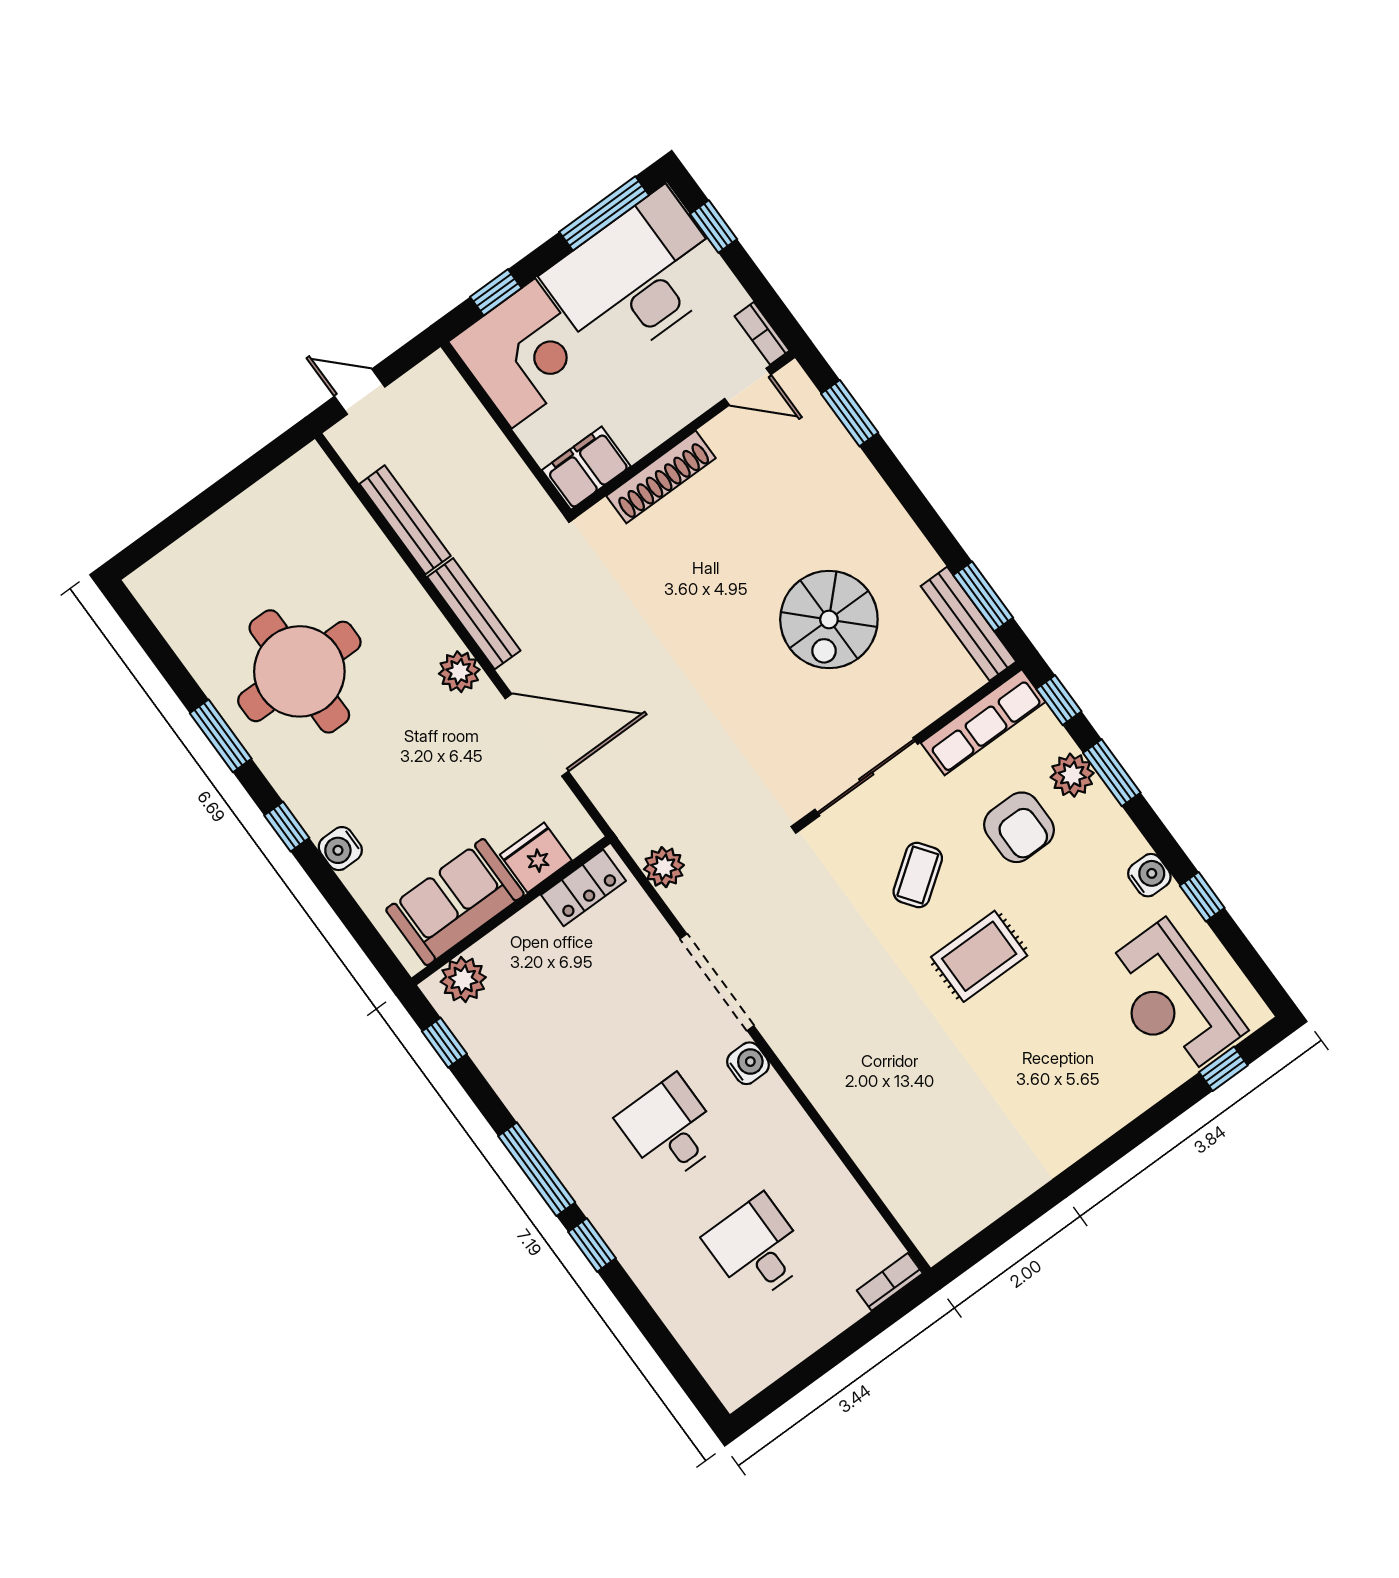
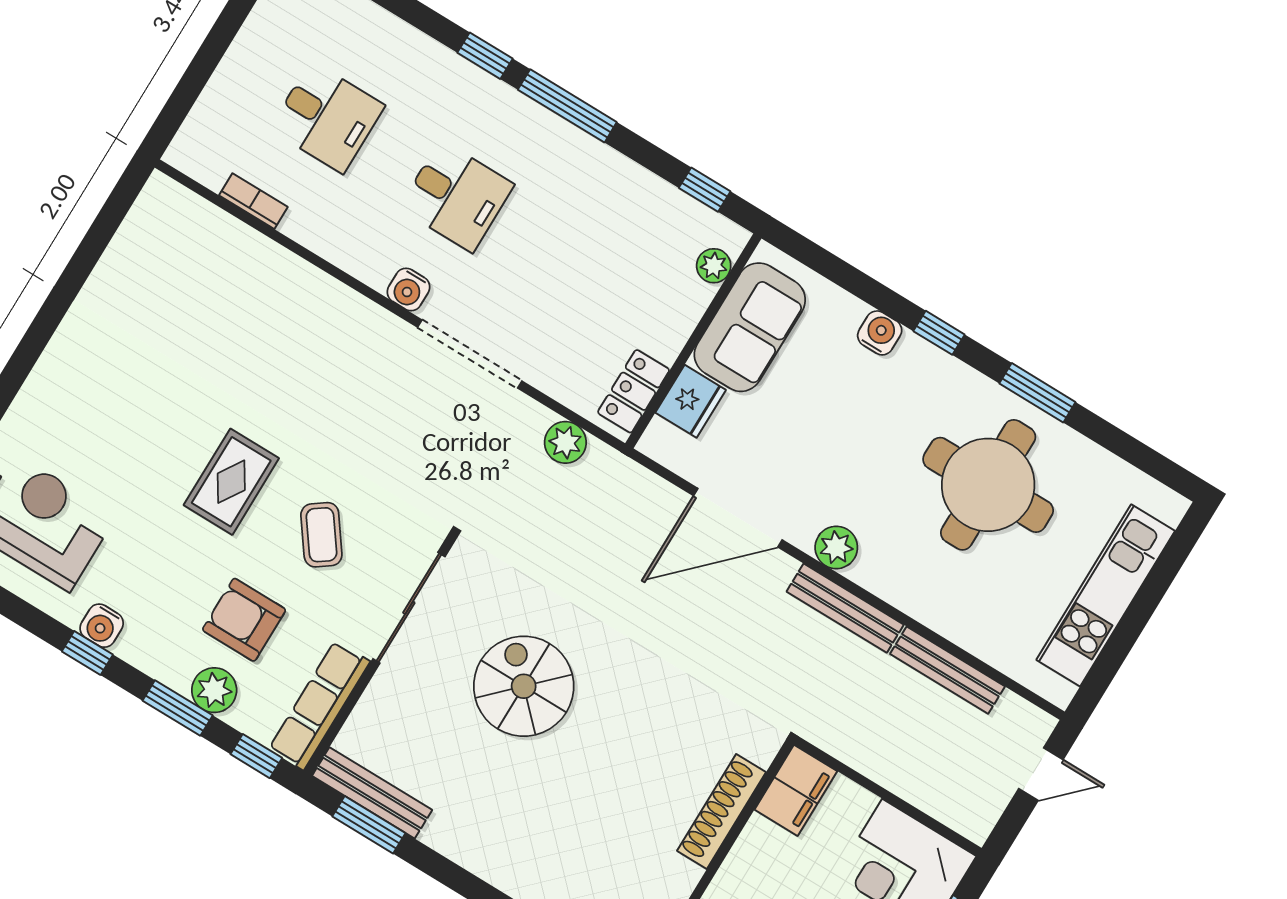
kitchen unit: (235, 528) -> (1106, 595), added
spiral stairs: (829, 620) -> (524, 686), moved
window: (1202, 897) -> (87, 653), moved
plant: (463, 980) -> (714, 266), width x0.73, depth x0.73
bookcase: (890, 1282) -> (253, 201), moved, turned -90

